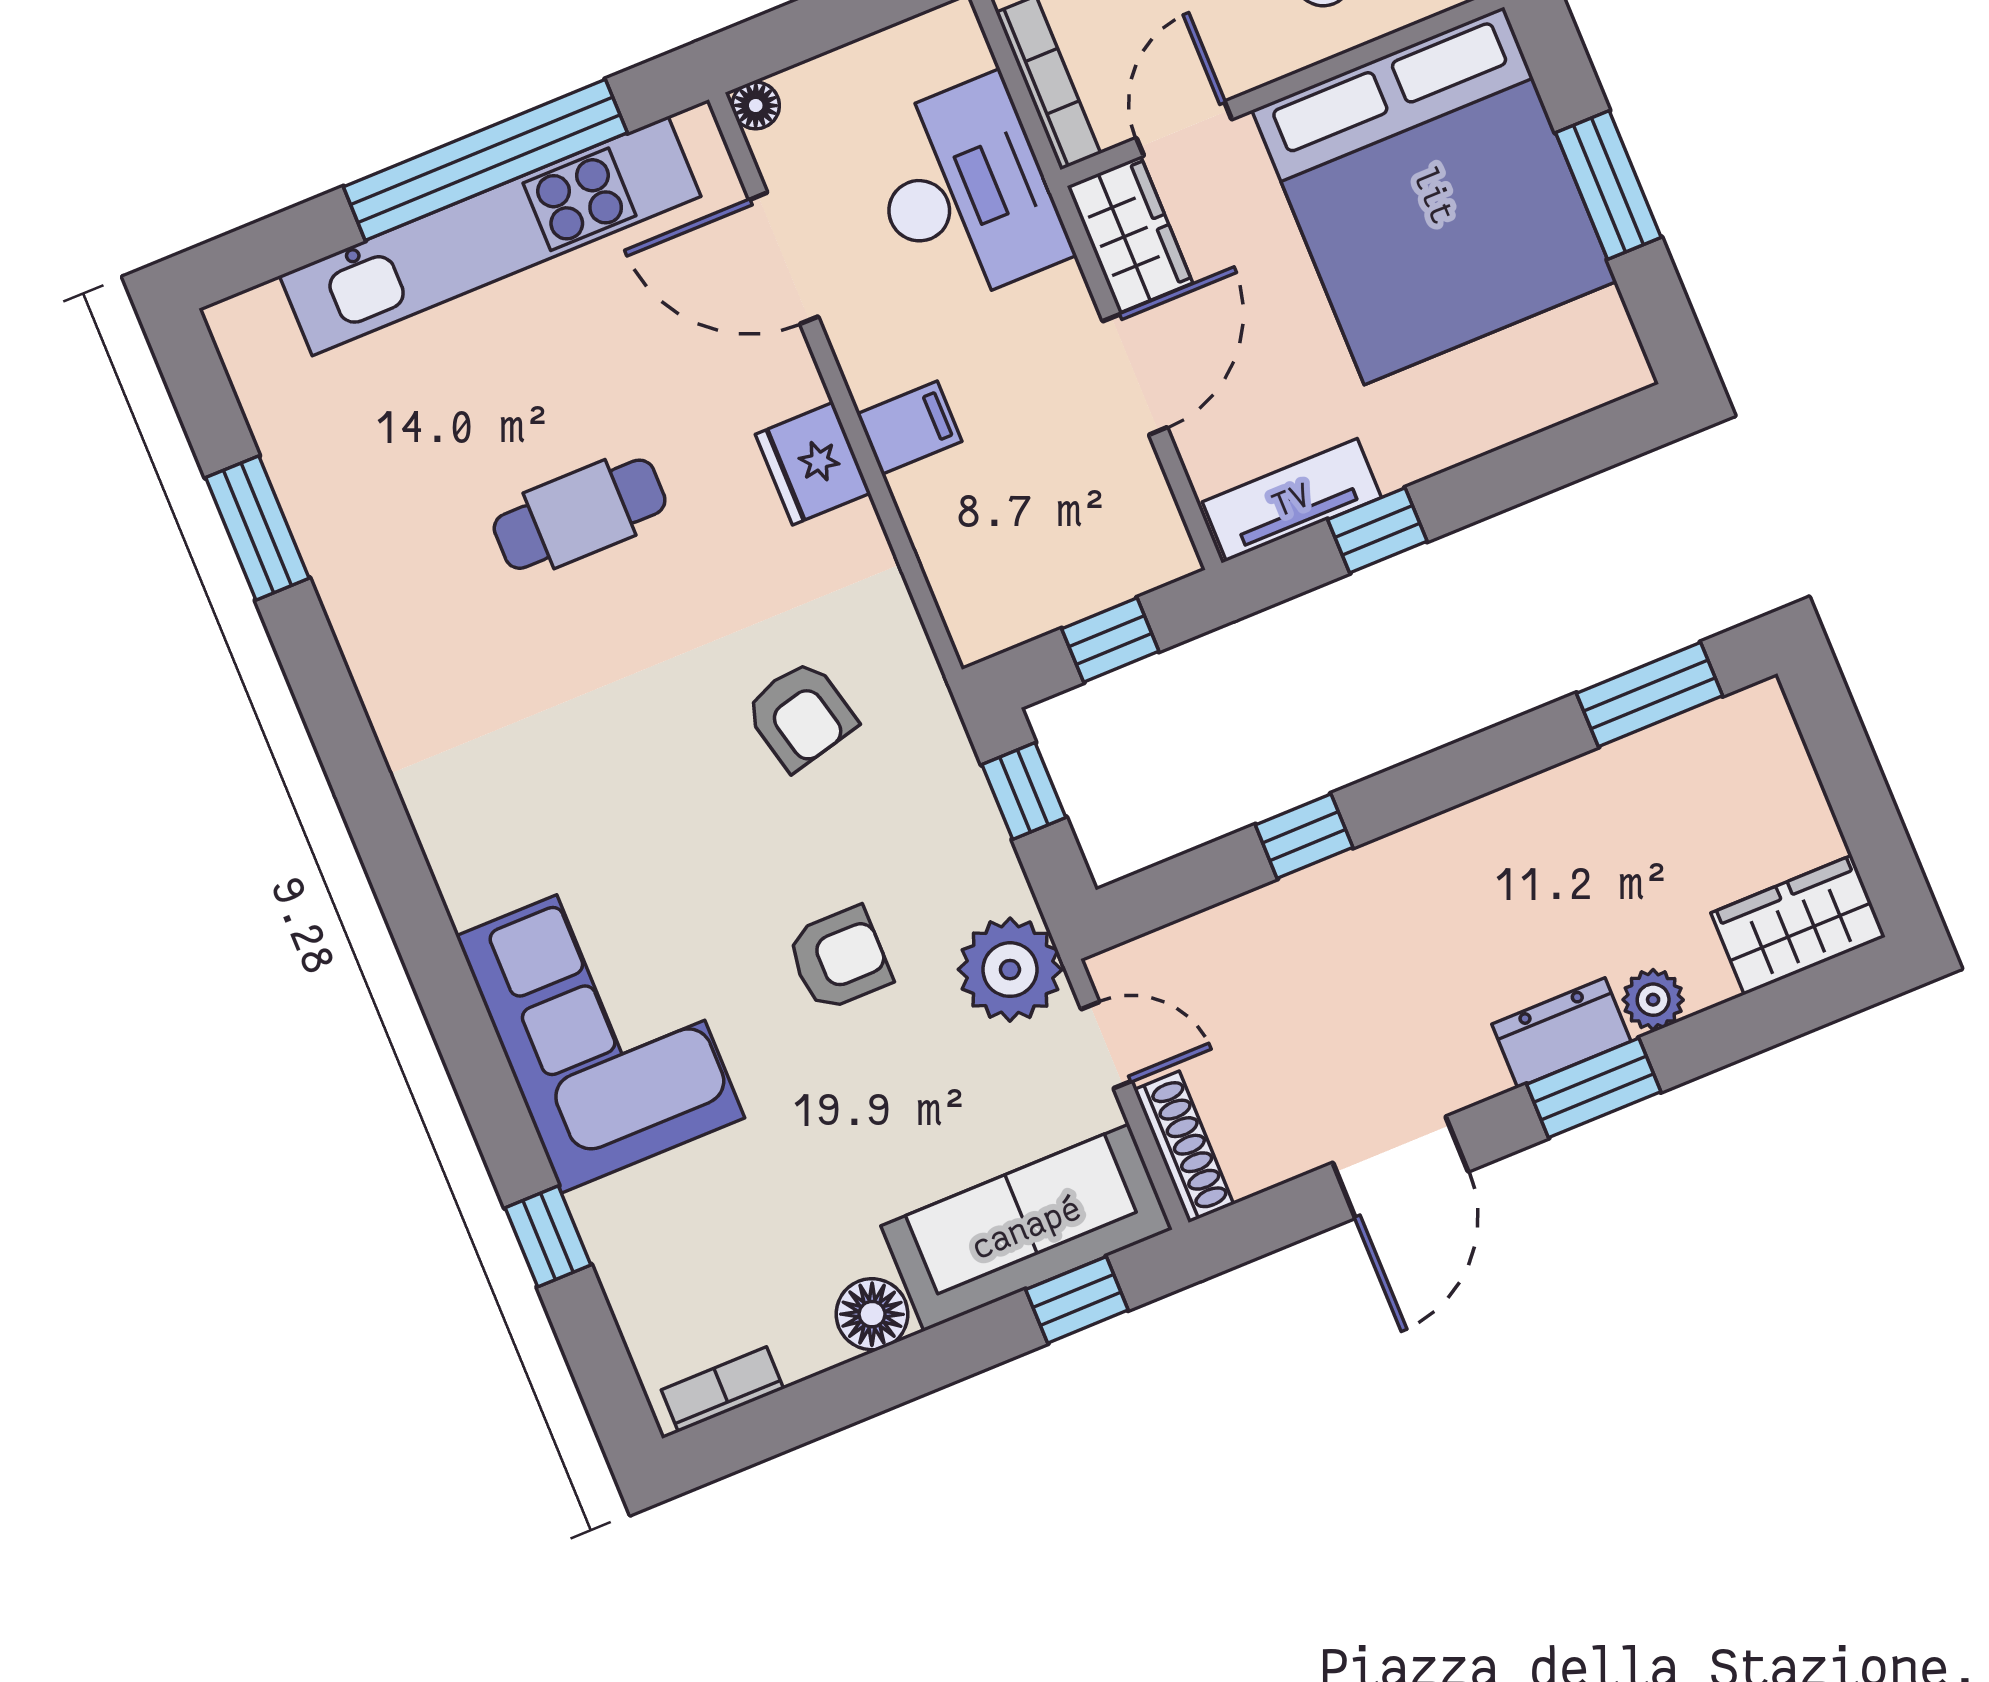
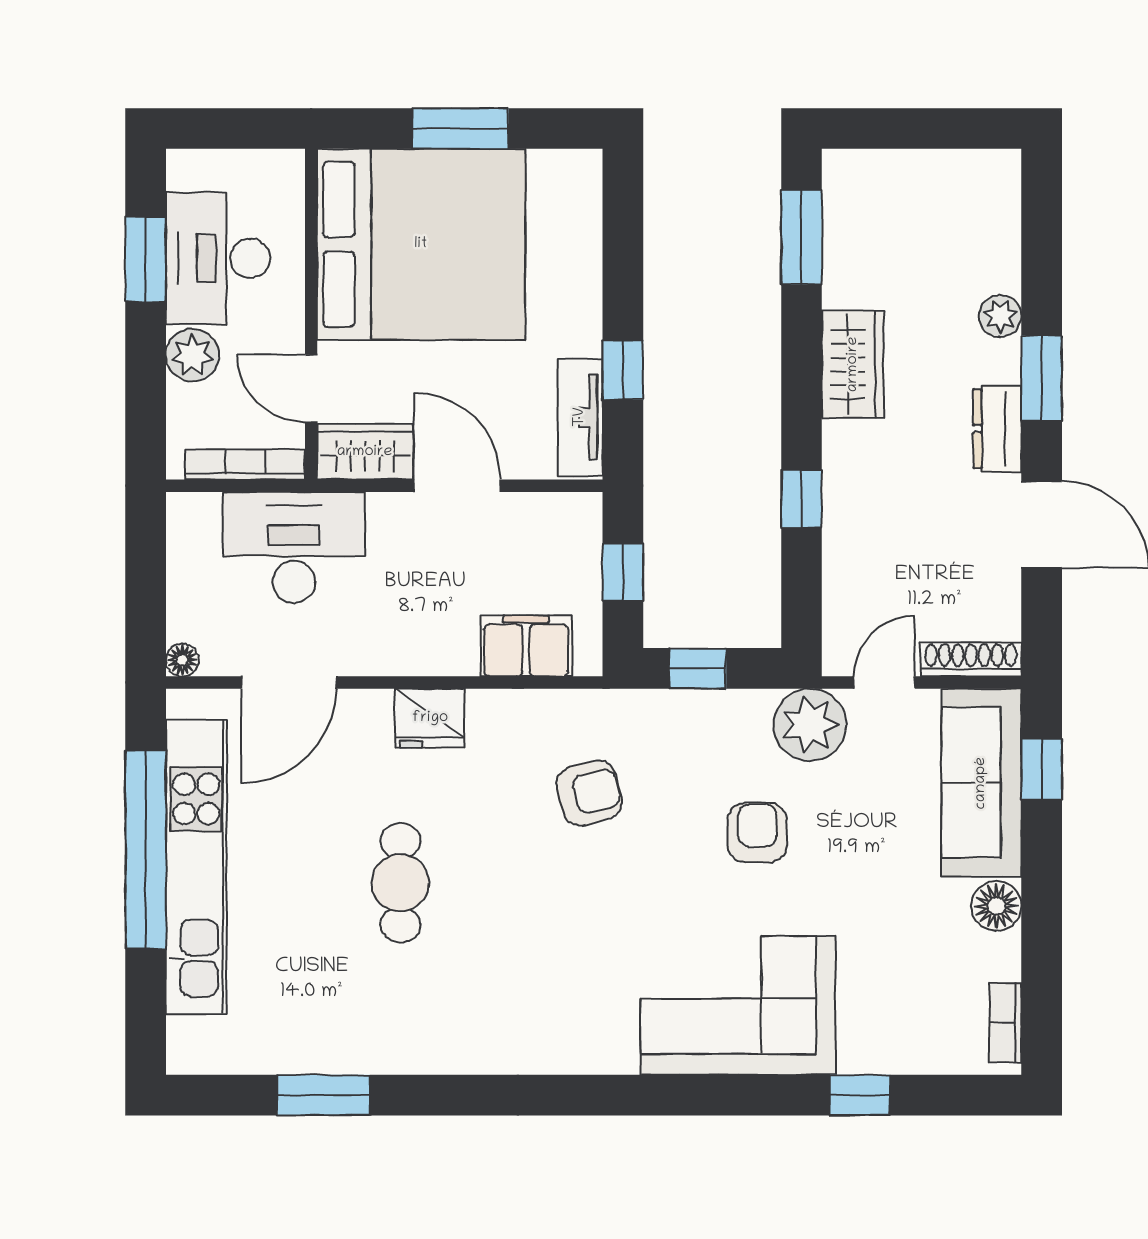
filing cabinet: (909, 428) -> (526, 646), moved, width x2.00
wardrobe: (1798, 925) -> (853, 364), moved, turned 180
dresser: (1561, 1033) -> (997, 429), moved

